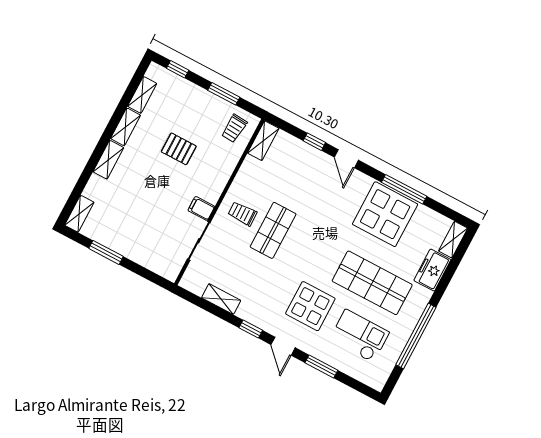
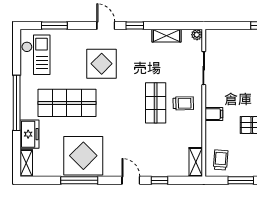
filing cabinet: (201, 208) -> (214, 114), moved
plant: (187, 282) -> (197, 35), added
checkout: (359, 336) -> (36, 55), moved, turned -90
window: (416, 336) -> (17, 103), moved
window: (321, 366) -> (54, 26), moved

